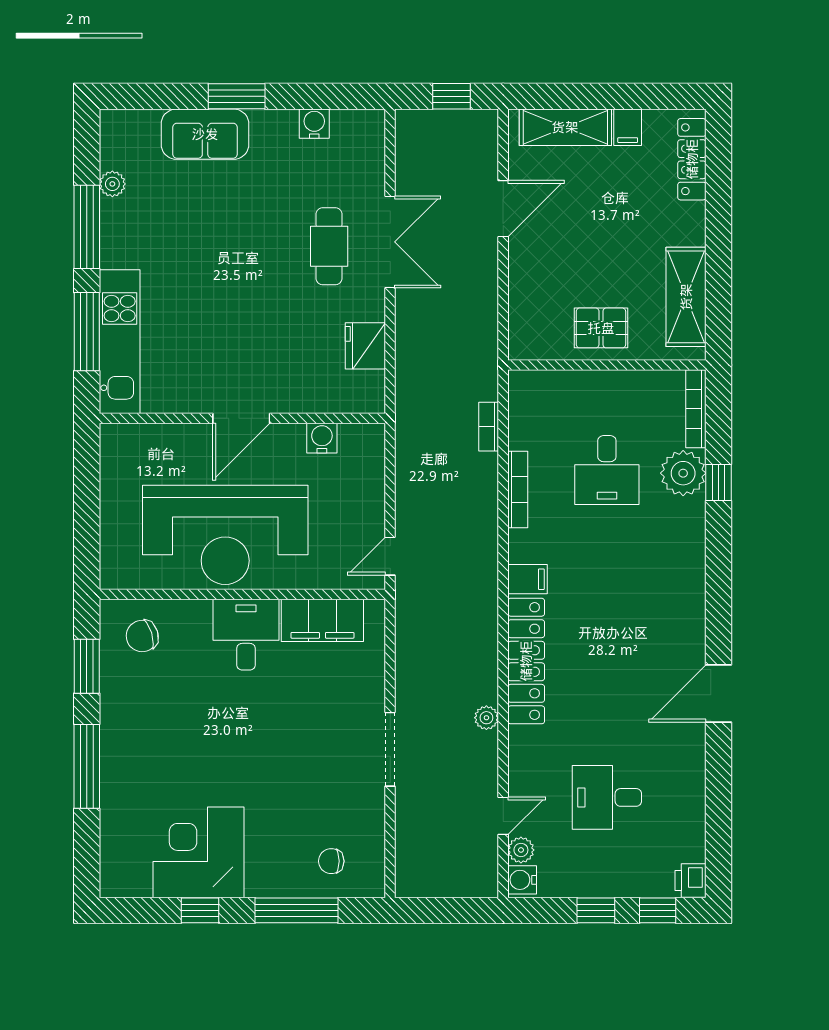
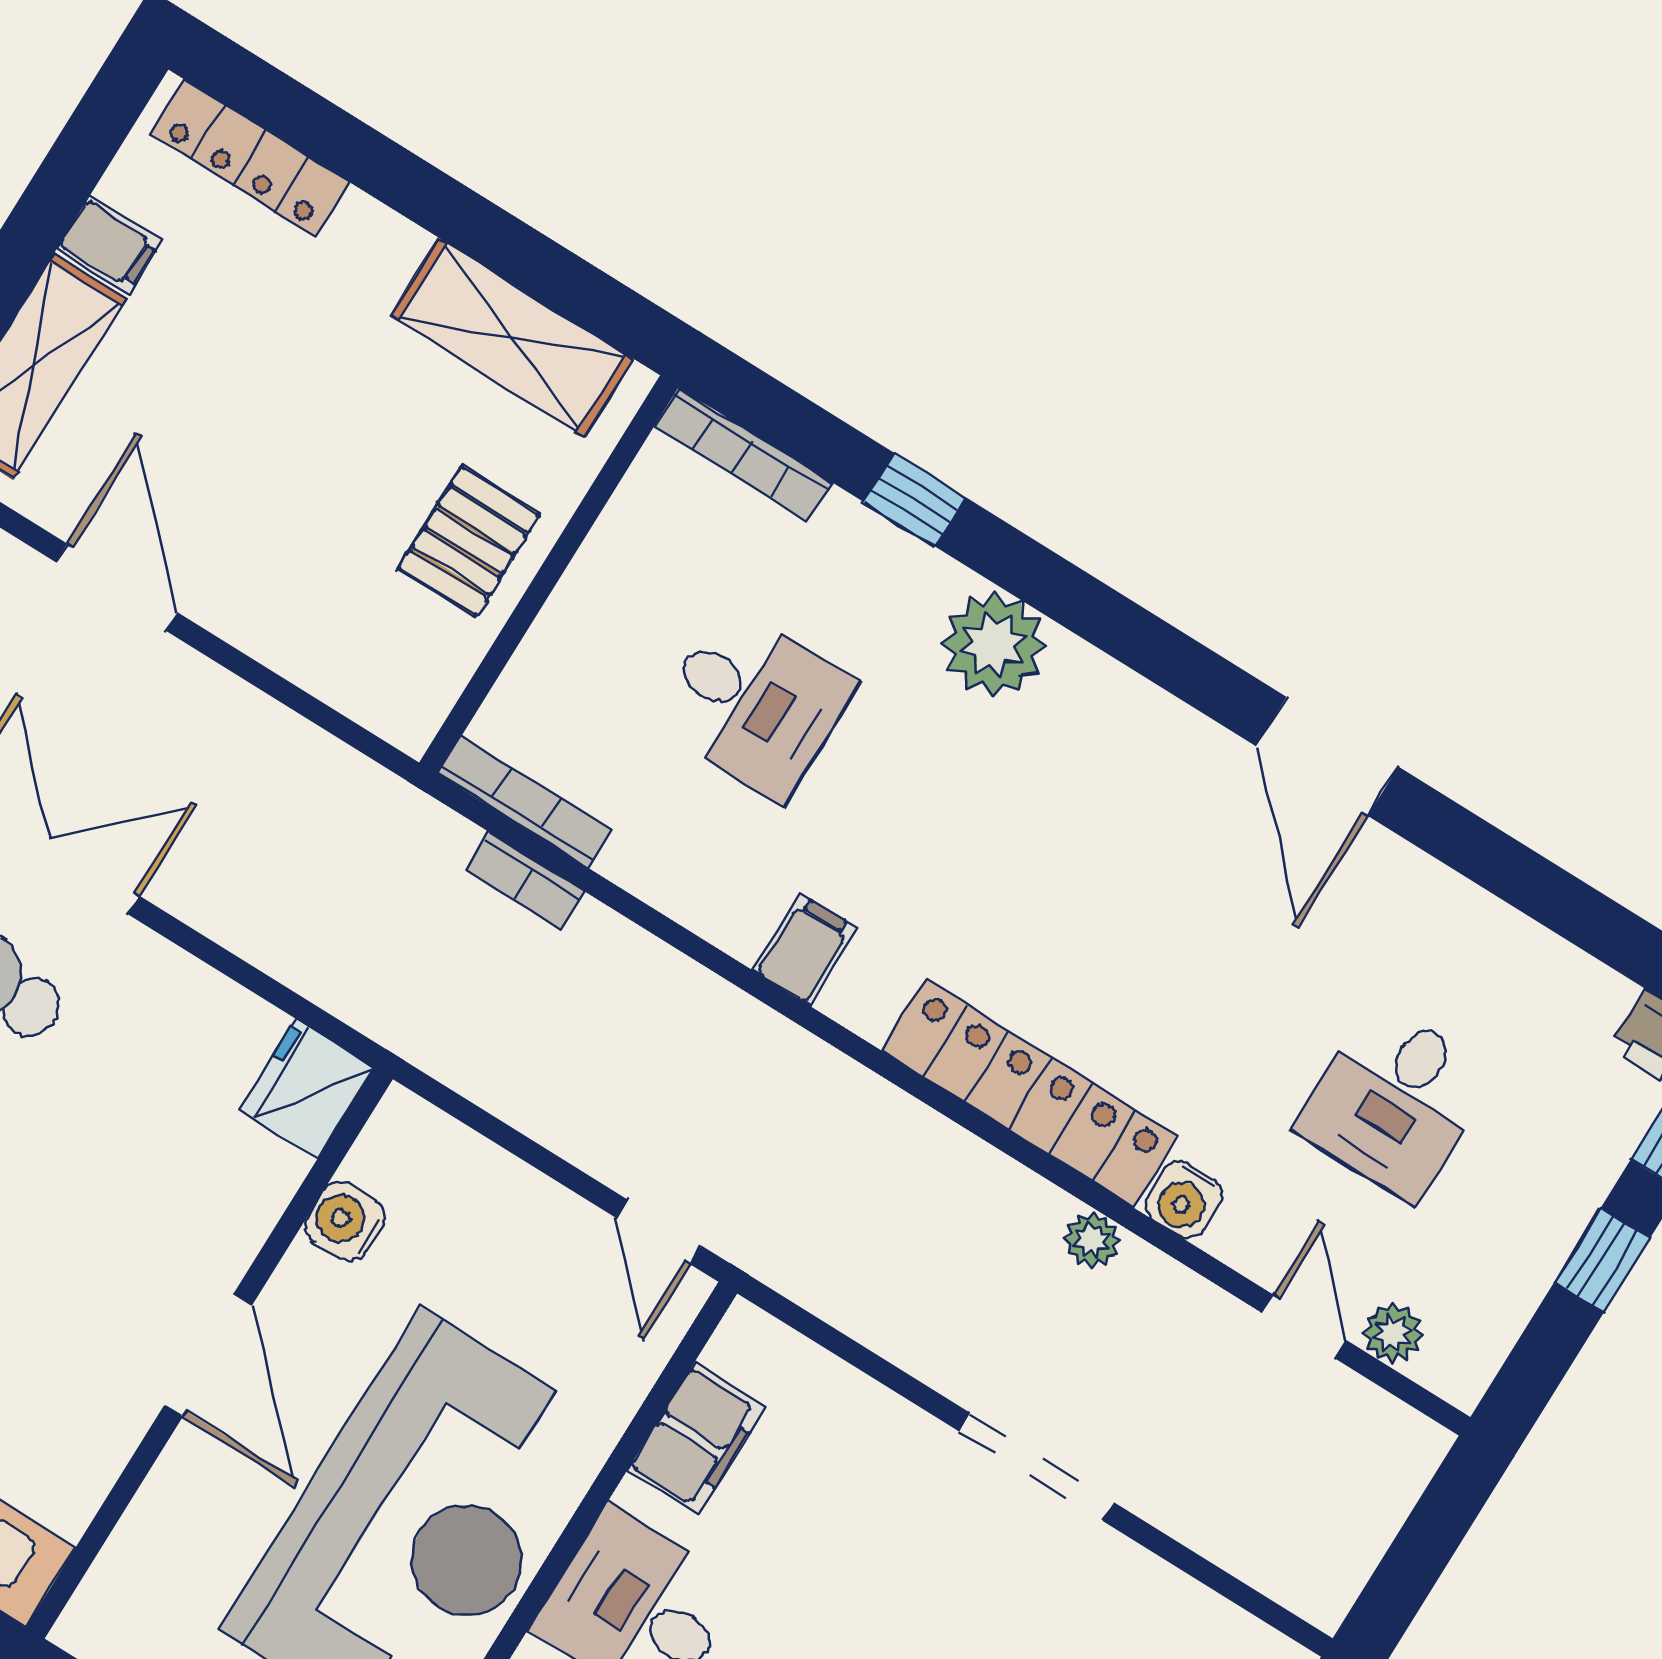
fridge: (365, 346) -> (307, 1089), moved, turned 90
plant: (683, 473) -> (993, 645), moved
bookcase: (518, 489) -> (525, 802), moved
filing cabinet: (528, 579) -> (805, 949), moved
filing cabinet: (322, 620) -> (696, 1439), width x0.67, depth x0.86
water cooler: (522, 880) -> (1184, 1200), moved

